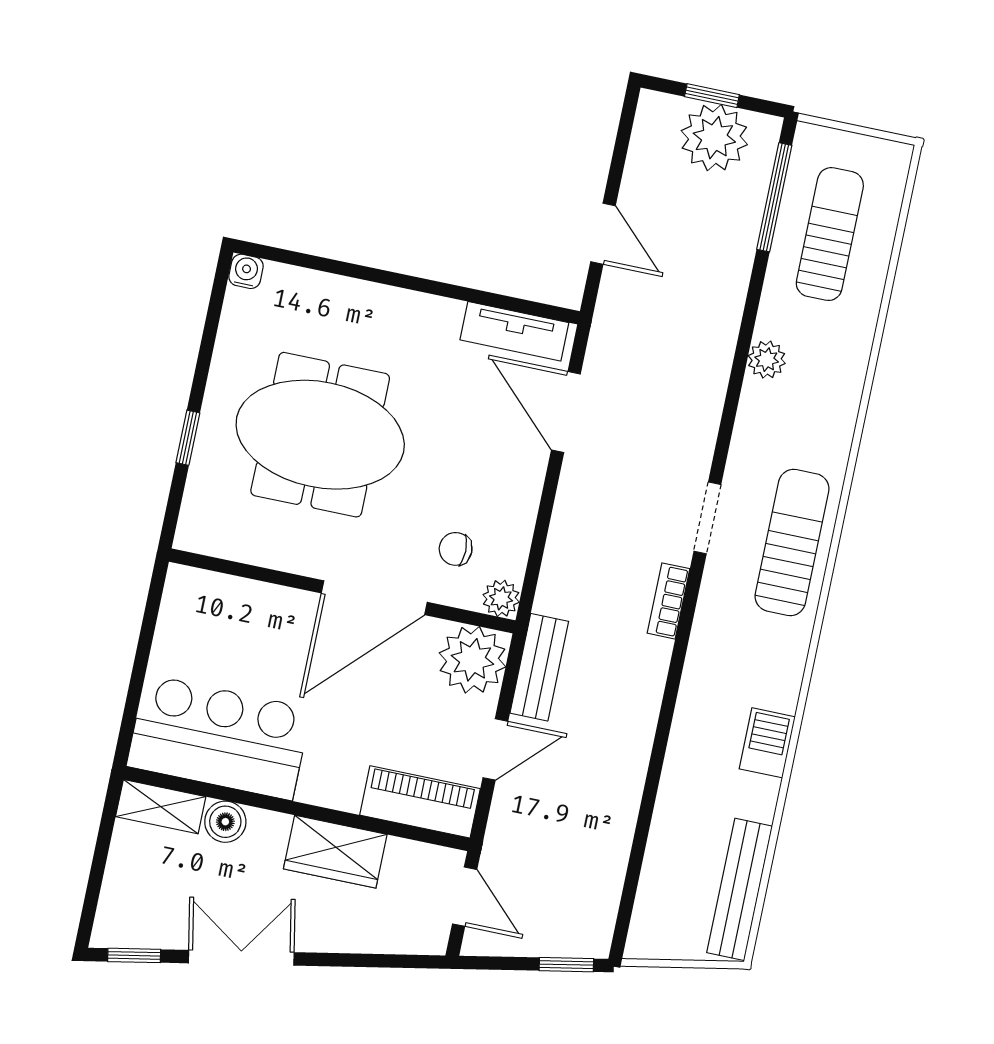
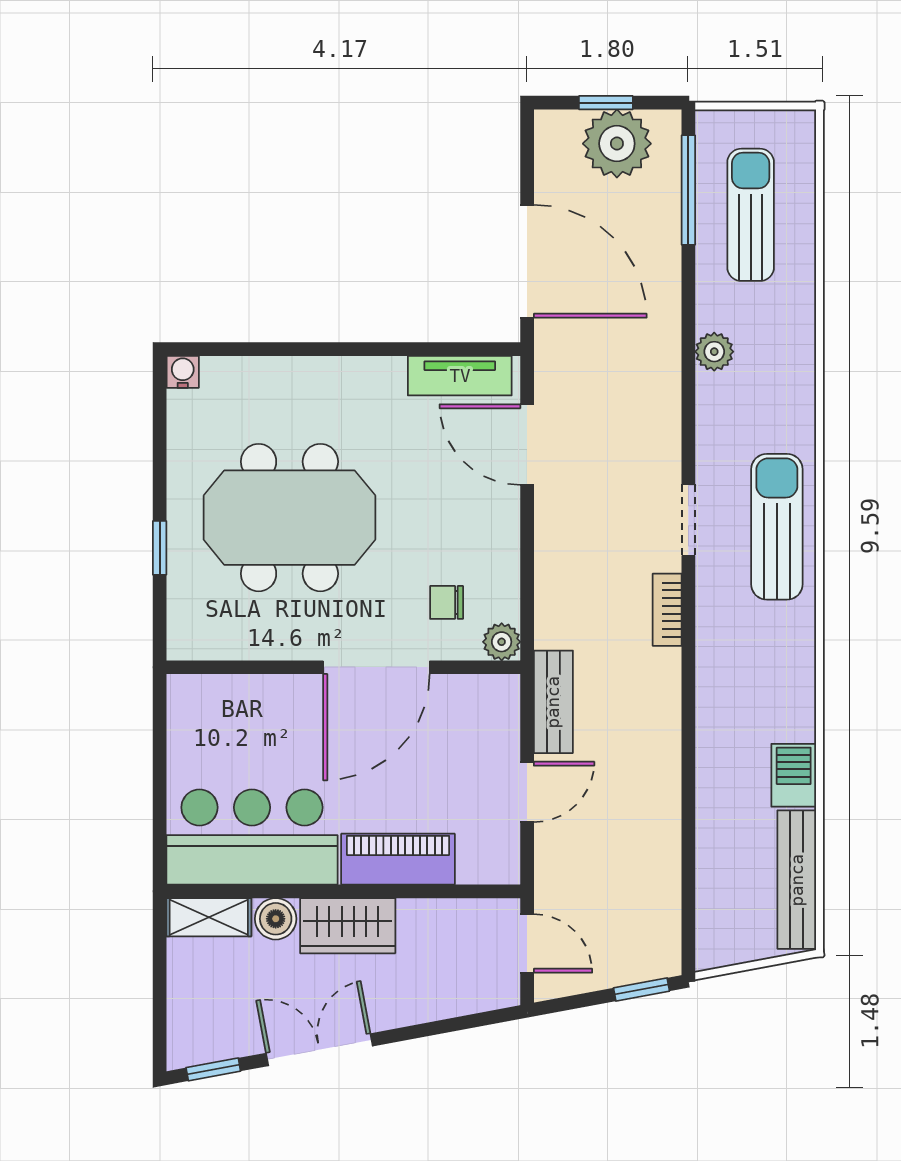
door: (603, 234) -> (527, 261), width x1.88
plant: (472, 660) -> (486, 708), removed
barbecue: (767, 743) -> (794, 775), moved
piano: (420, 802) -> (398, 859), moved
wardrobe: (335, 852) -> (348, 926), moved

